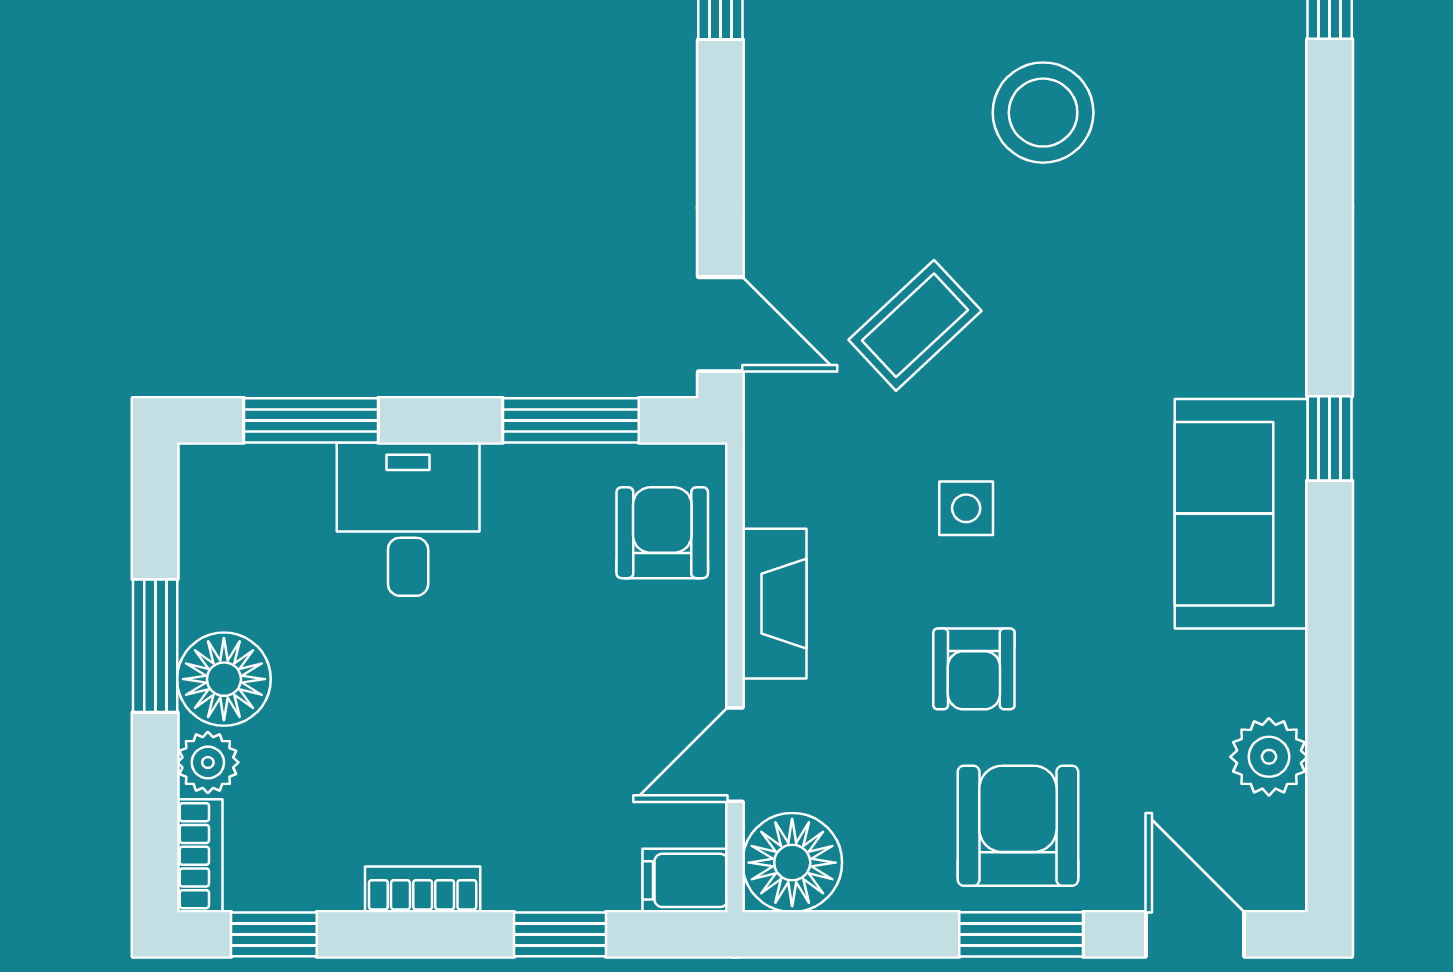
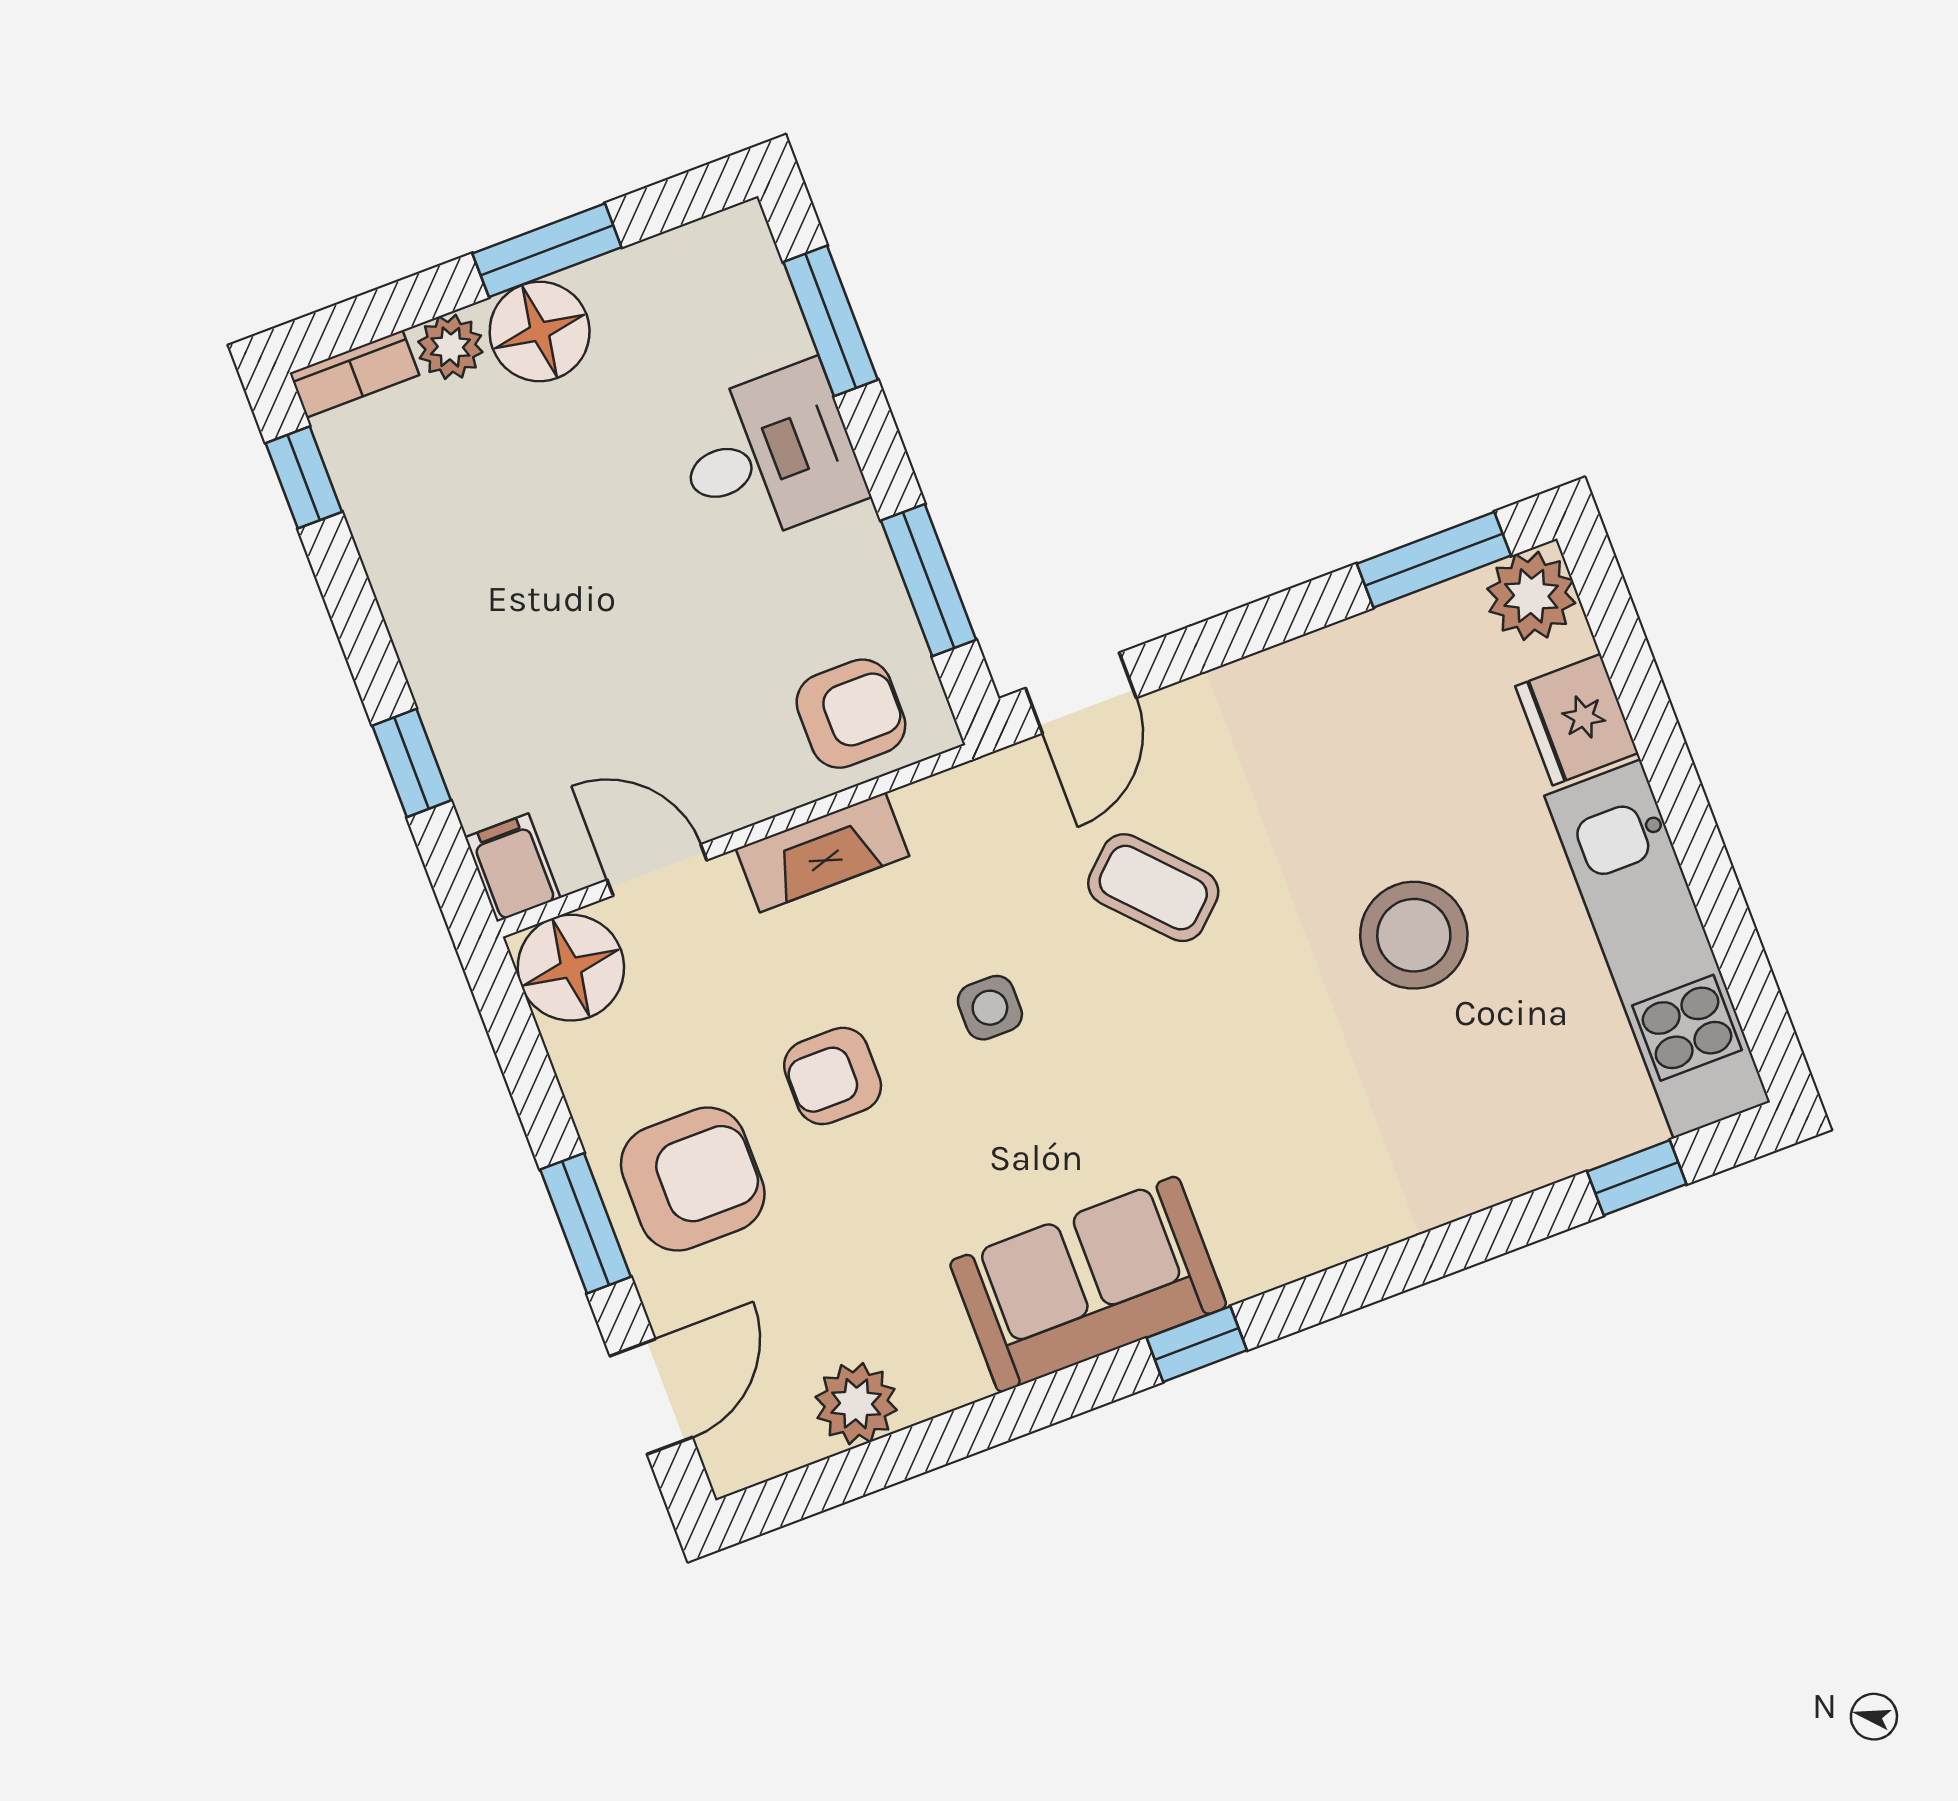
bookcase: (423, 889) -> (405, 609), removed

